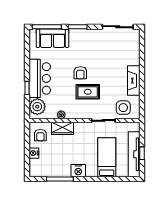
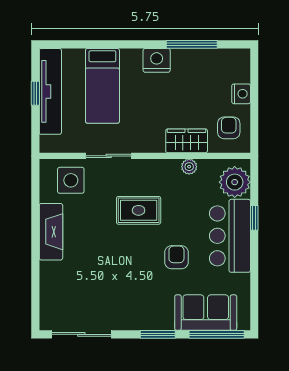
armchair: (80, 73) -> (176, 257), moved

